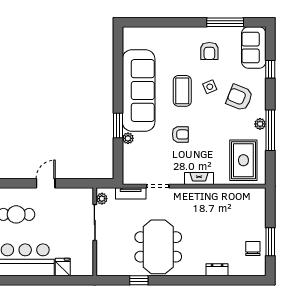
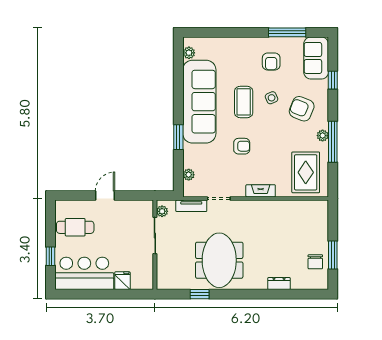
plant: (128, 42) -> (189, 53), added
plant: (128, 138) -> (189, 175), moved
chair: (253, 248) -> (315, 262), turned 180

